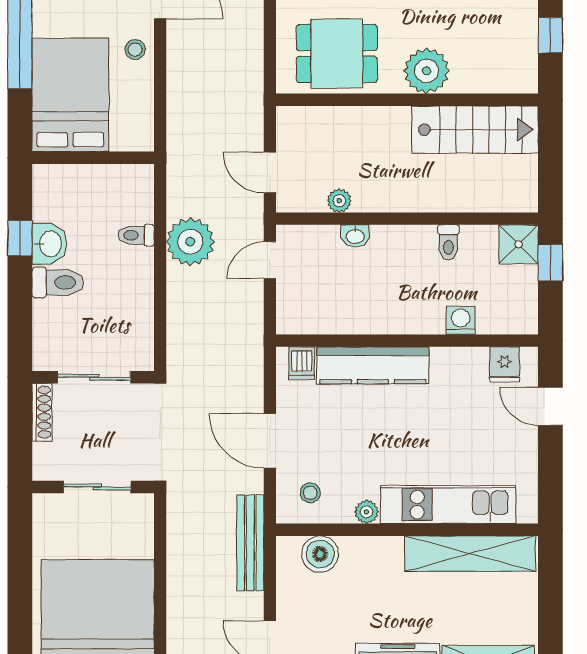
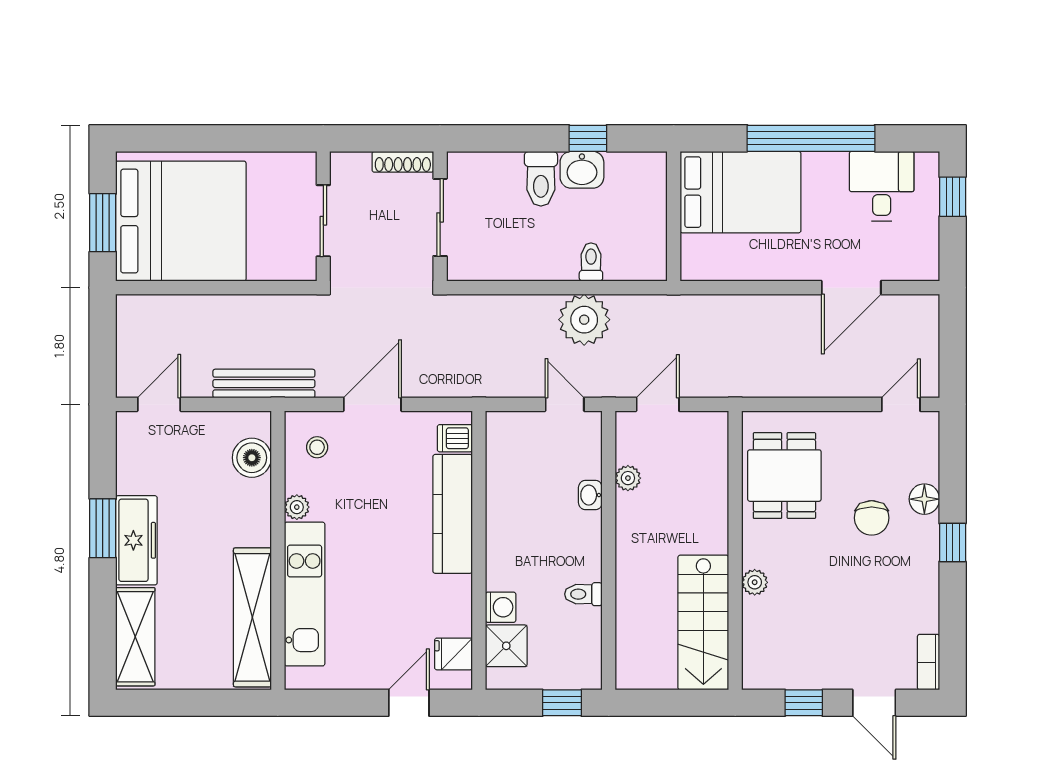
stool: (135, 50) -> (789, 261), removed
plant: (427, 71) -> (755, 582), width x0.53, depth x0.53
shower: (519, 244) -> (506, 646), moved

